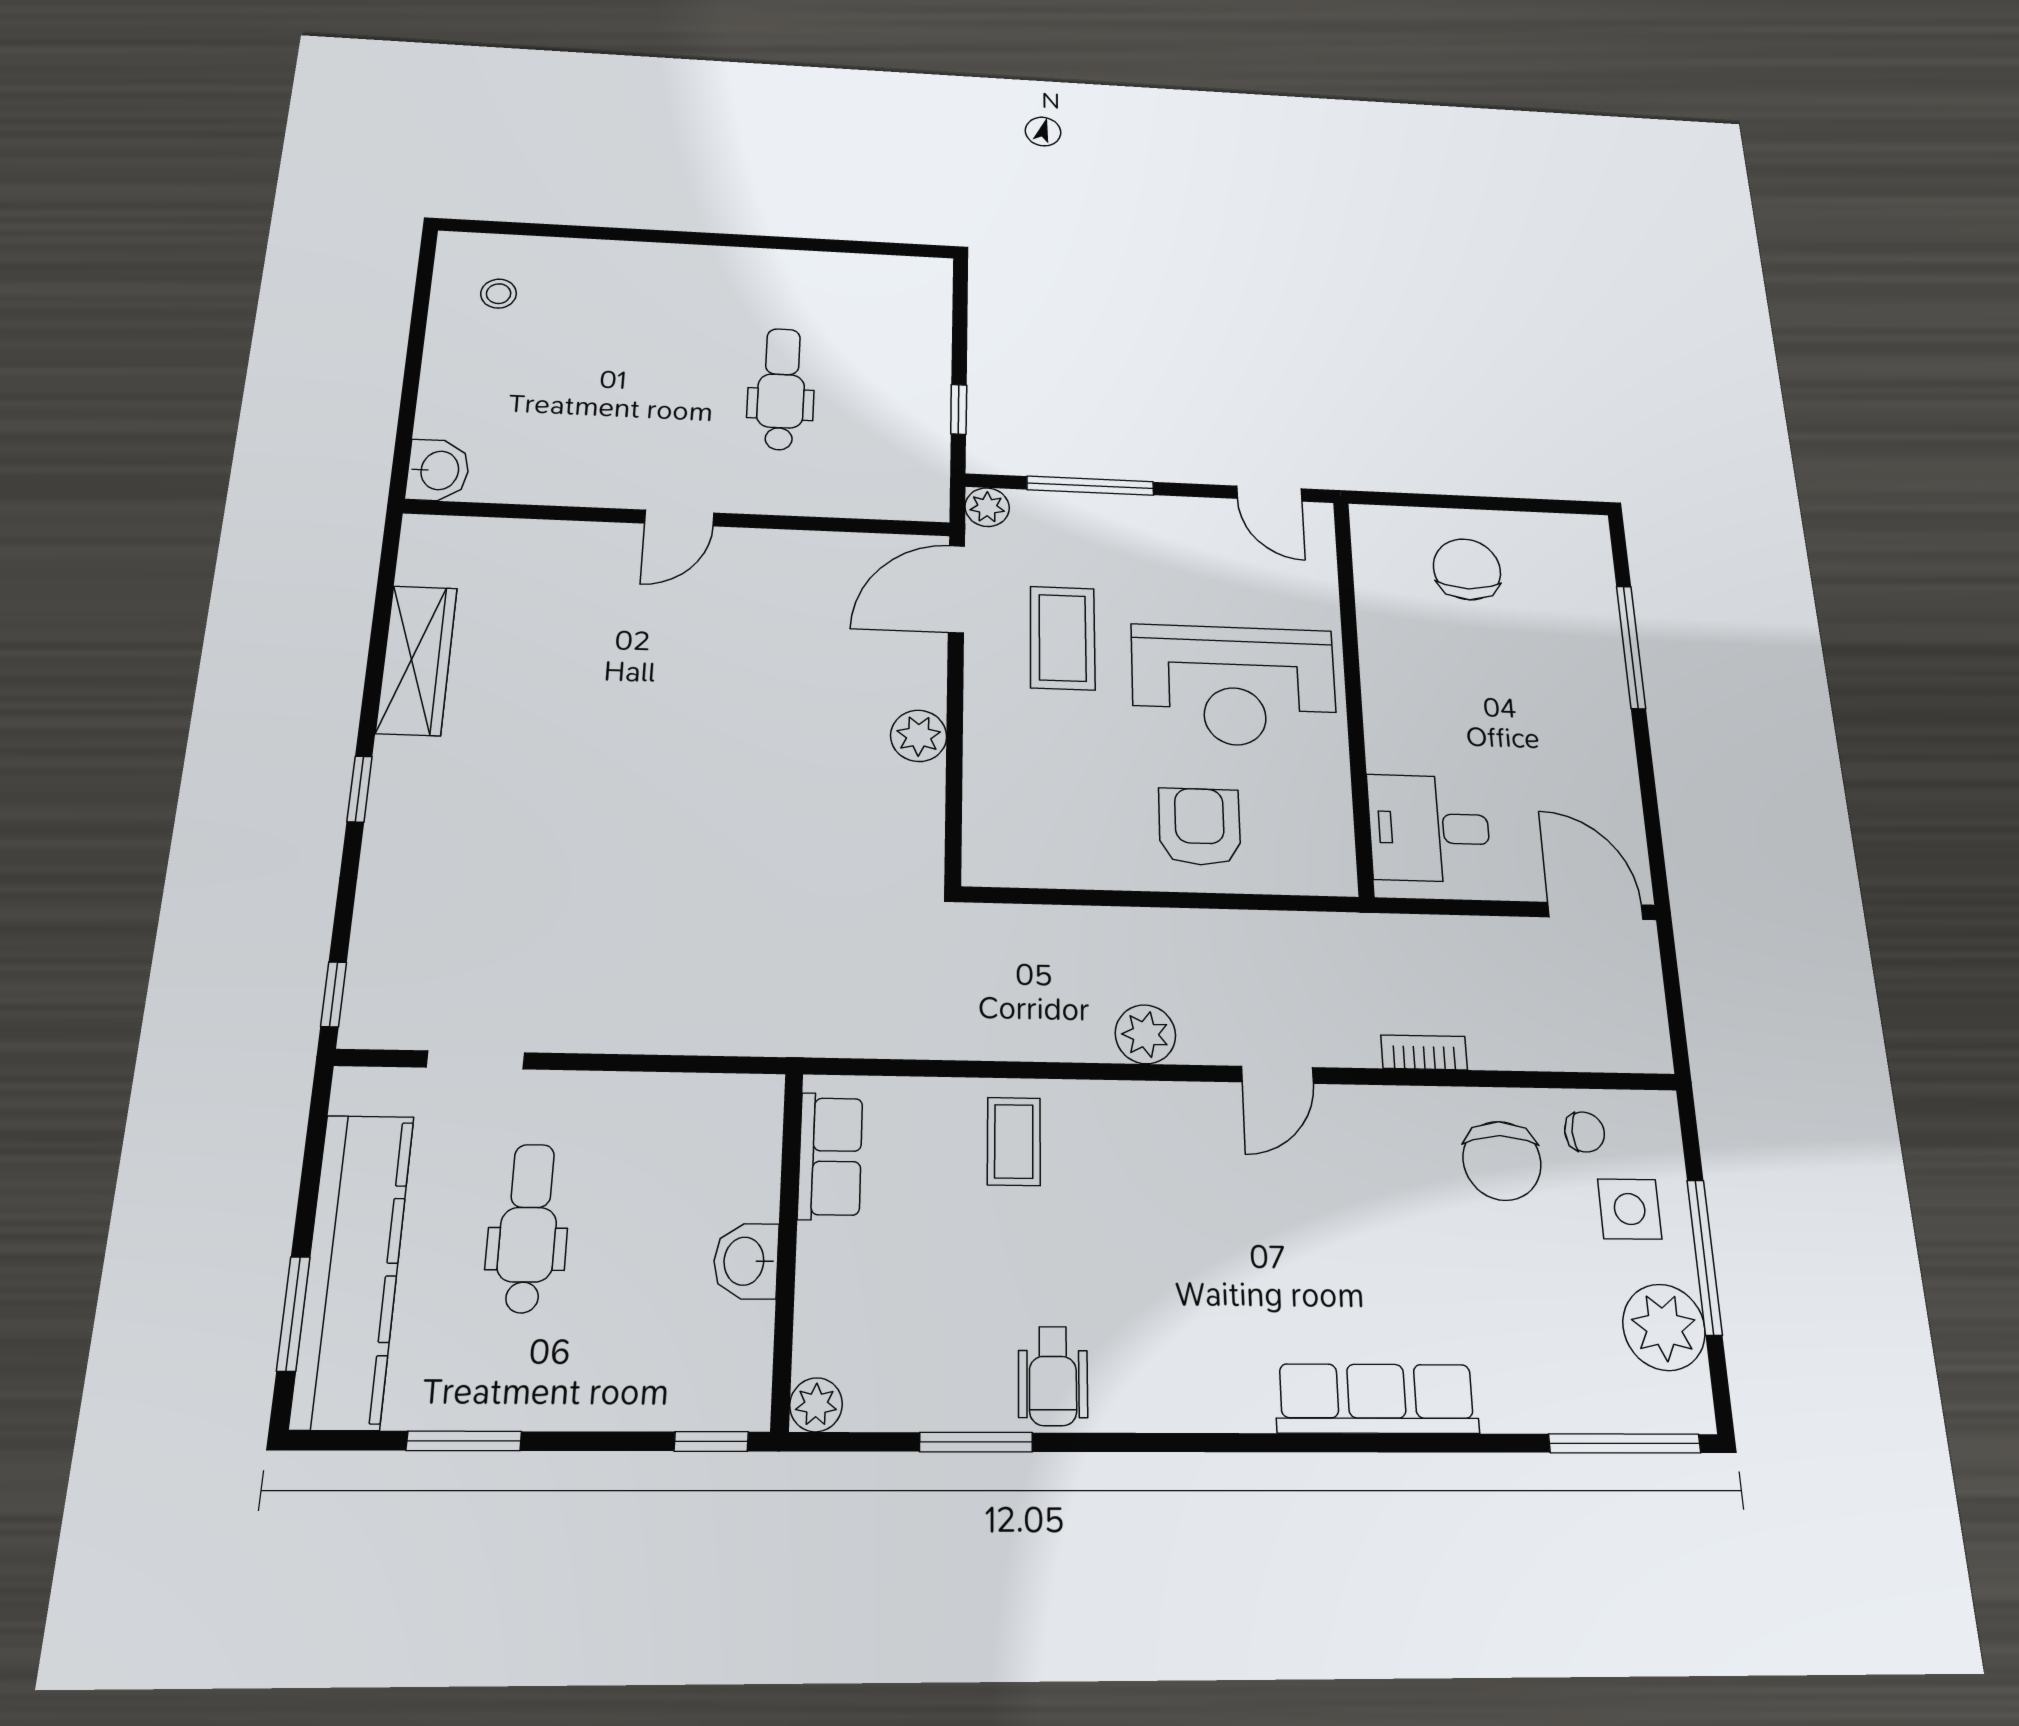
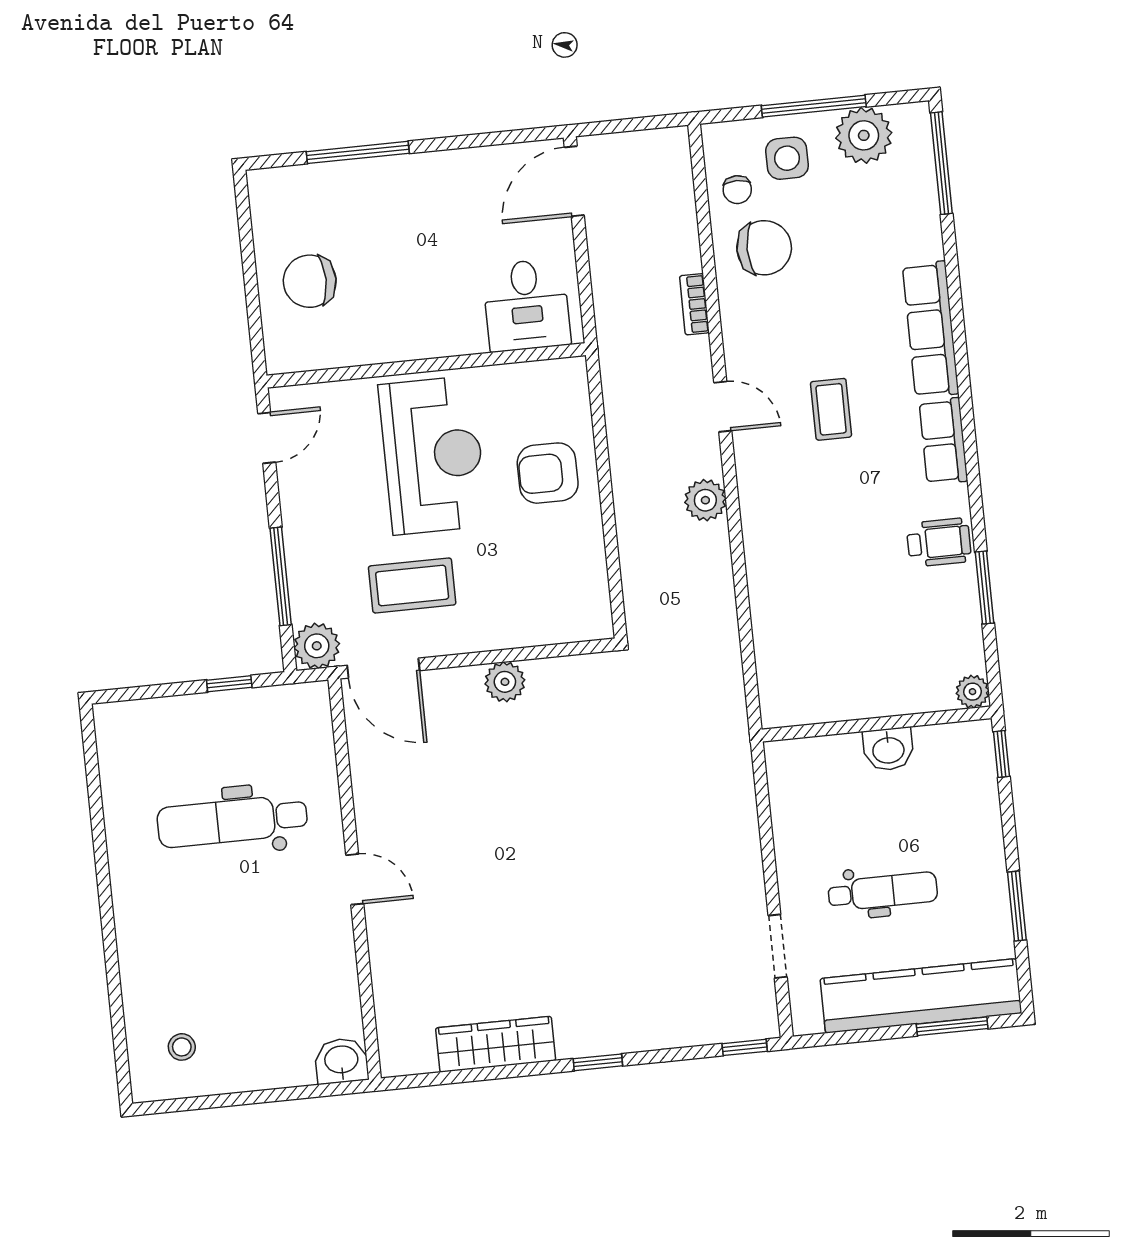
dental chair: (781, 389) -> (232, 821), width x1.36, depth x1.38
plant: (987, 507) -> (317, 646), width x1.38, depth x1.38
chair: (1585, 1132) -> (737, 190), turned 180
coffee table: (1014, 1141) -> (831, 409), moved, turned 90
row of seats: (830, 1156) -> (943, 441), moved, turned -90
dental chair: (528, 1228) -> (883, 891), turned 180

